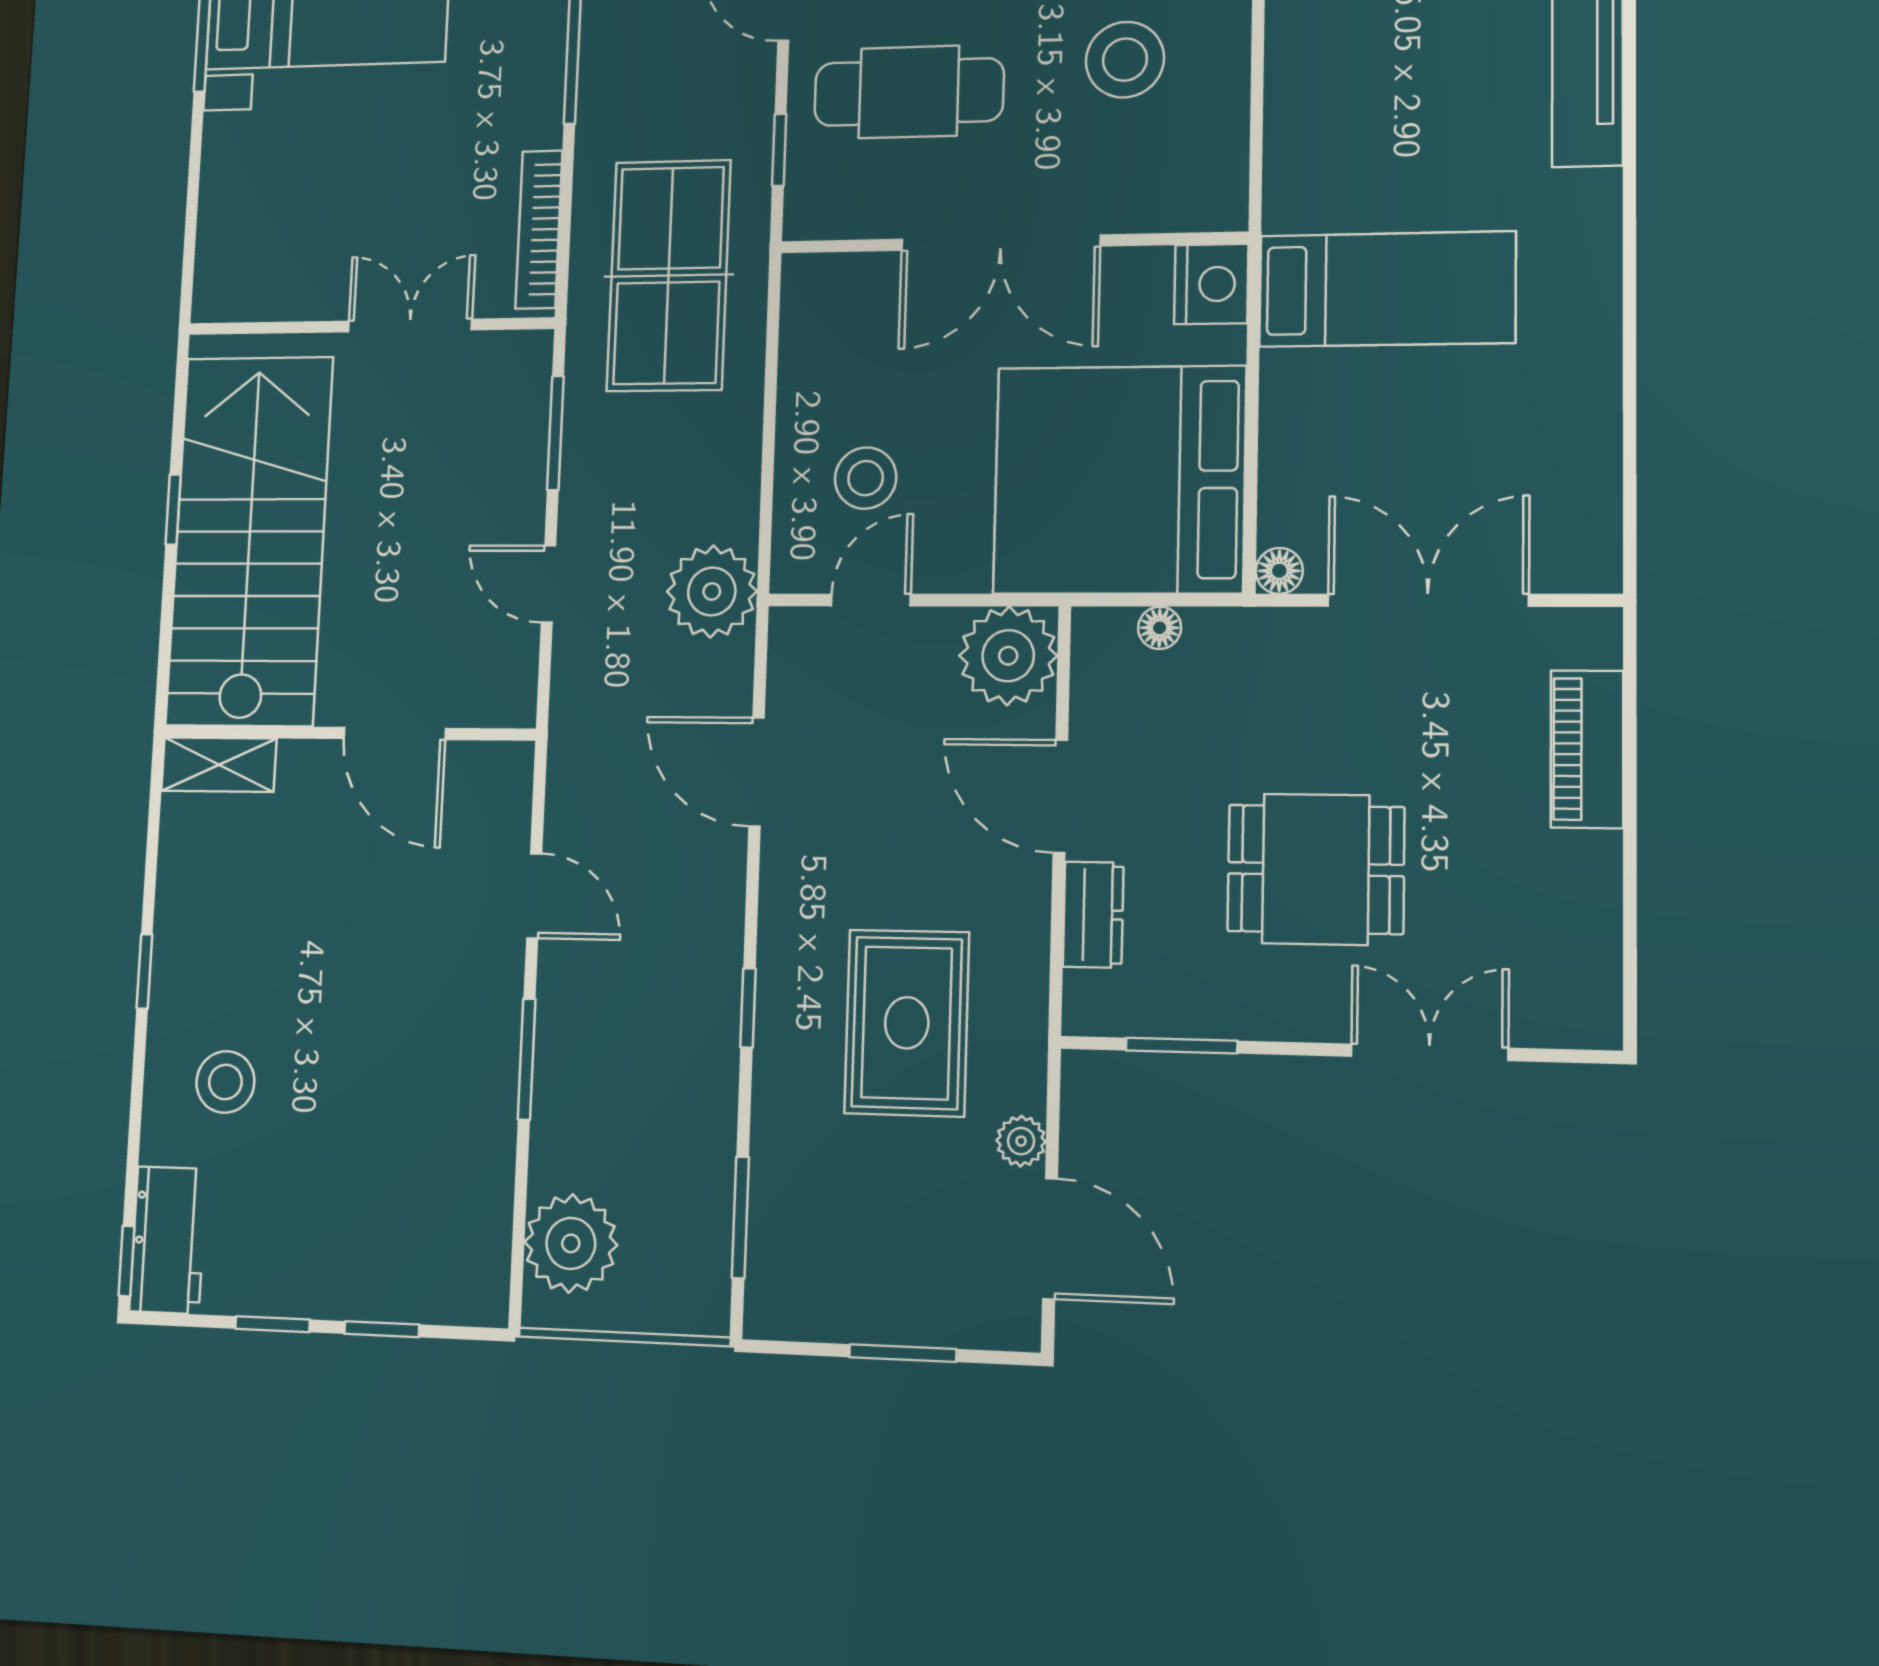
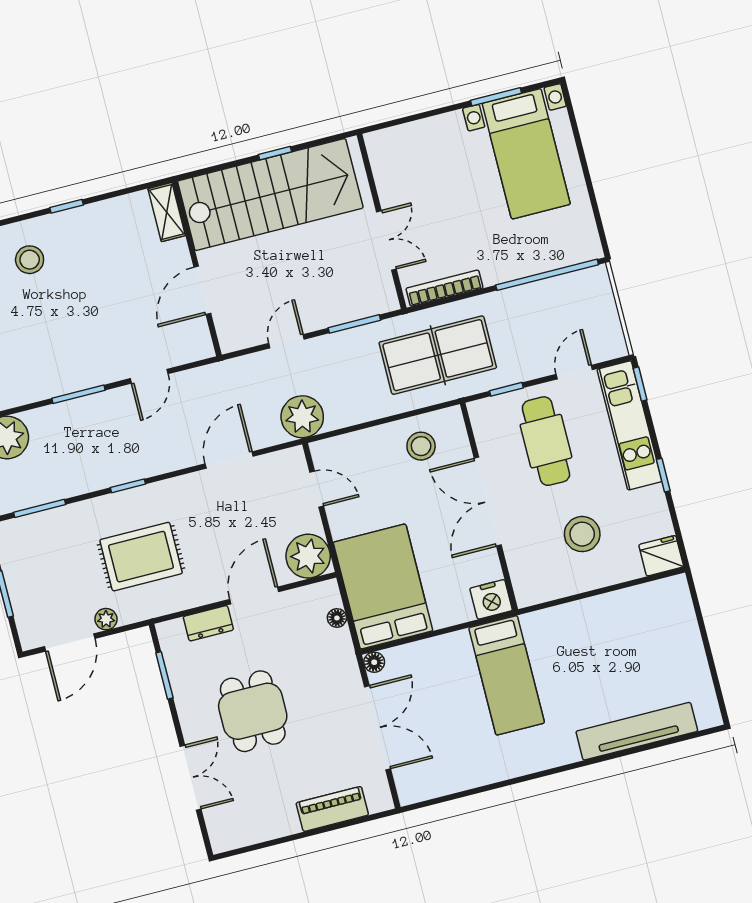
stool: (866, 478) -> (421, 446), moved
bed: (1120, 480) -> (383, 587), width x0.73

